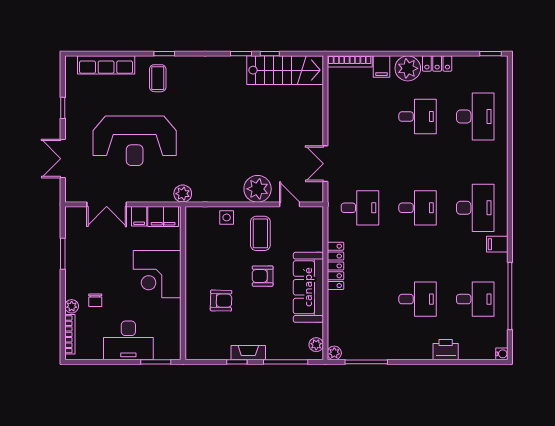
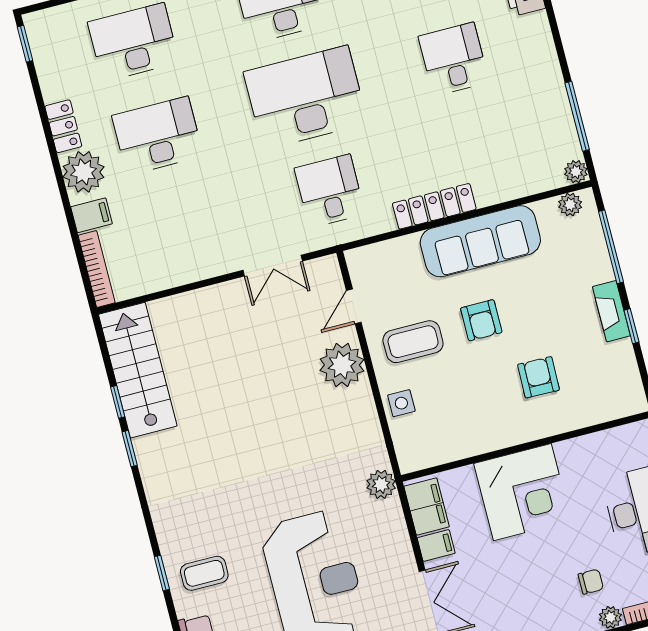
desk: (418, 117) -> (158, 136), width x1.37
desk: (418, 208) -> (306, 97), width x1.87, depth x1.30

